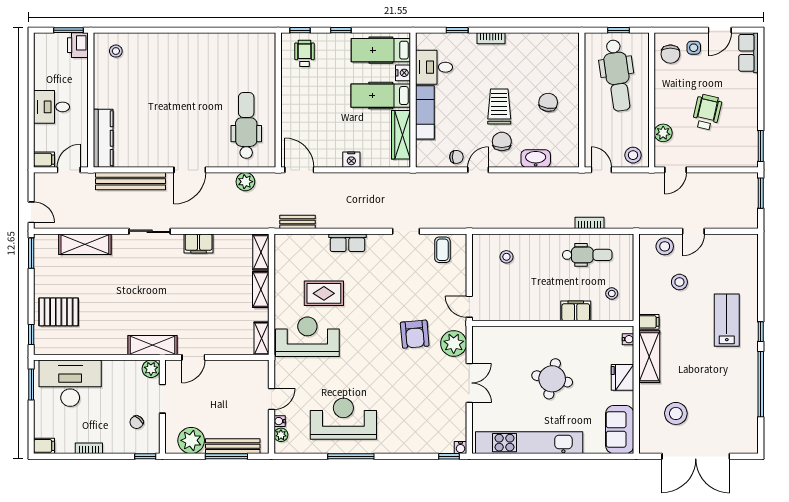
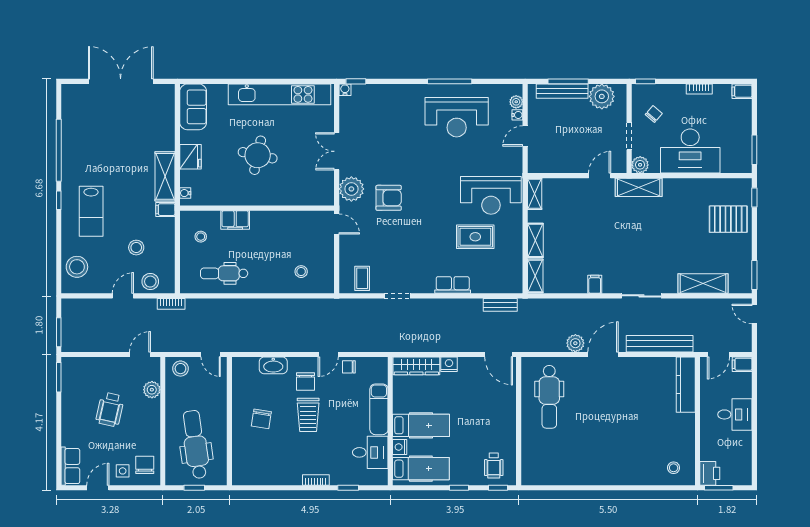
wardrobe: (401, 135) -> (416, 366), moved, turned 90
plant: (245, 182) -> (575, 343), moved
bookcase: (589, 223) -> (171, 304), moved
filing cabinet: (199, 243) -> (595, 284), width x0.50
armchair: (415, 334) -> (389, 198), turned 95
desk: (70, 383) -> (690, 151), moved
stool: (676, 413) -> (77, 267), moved

